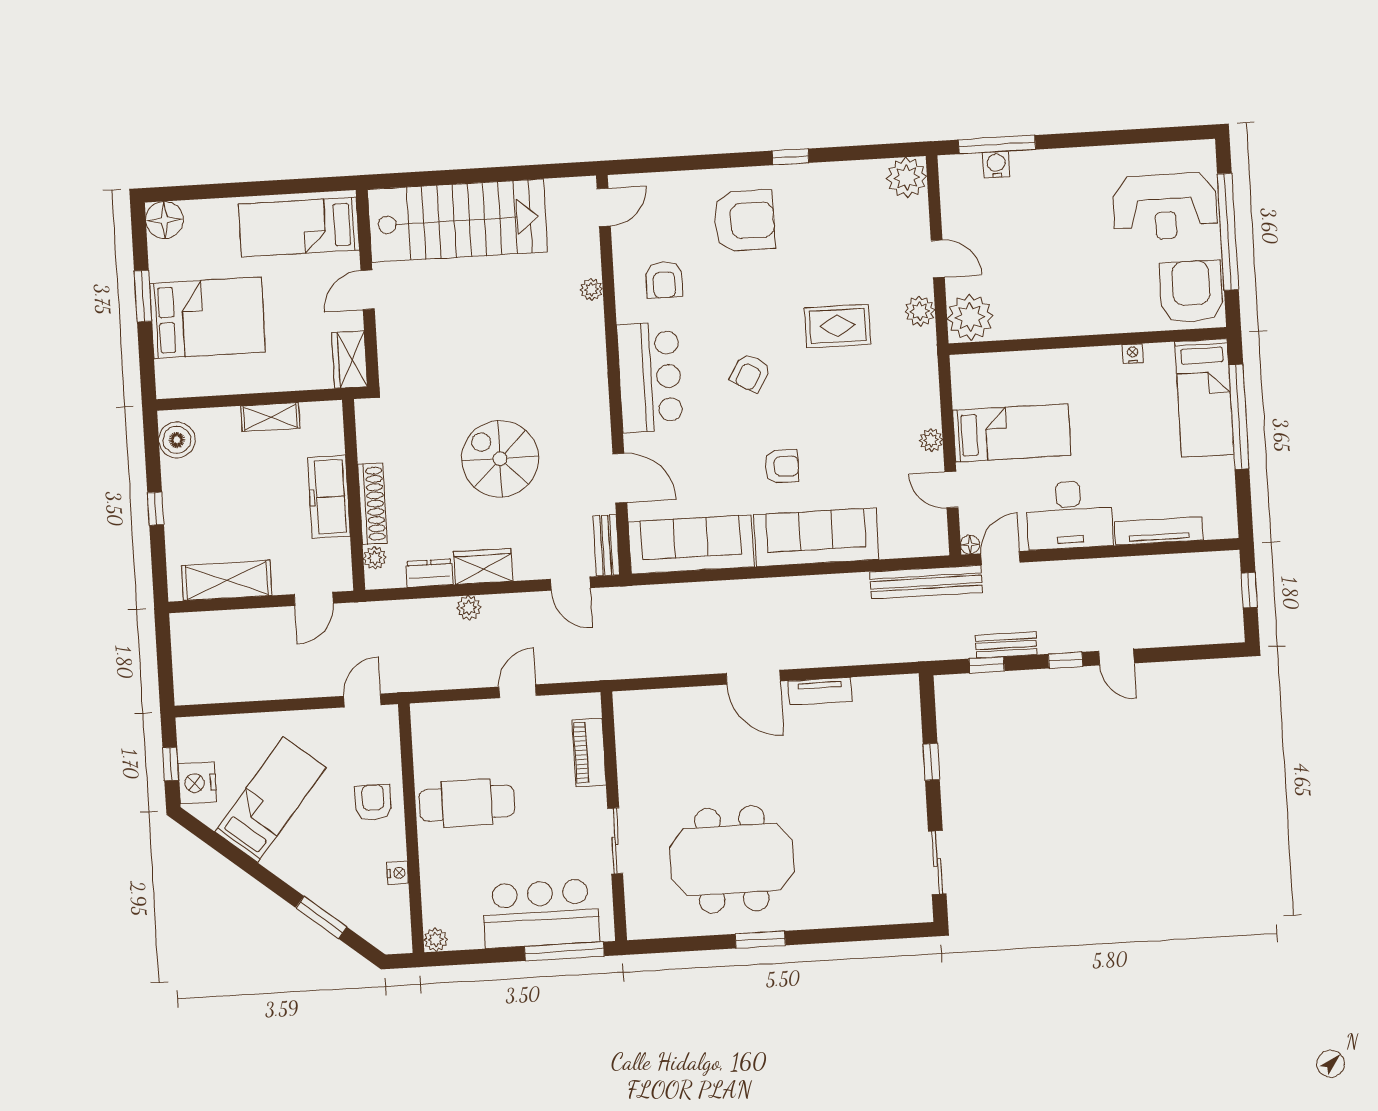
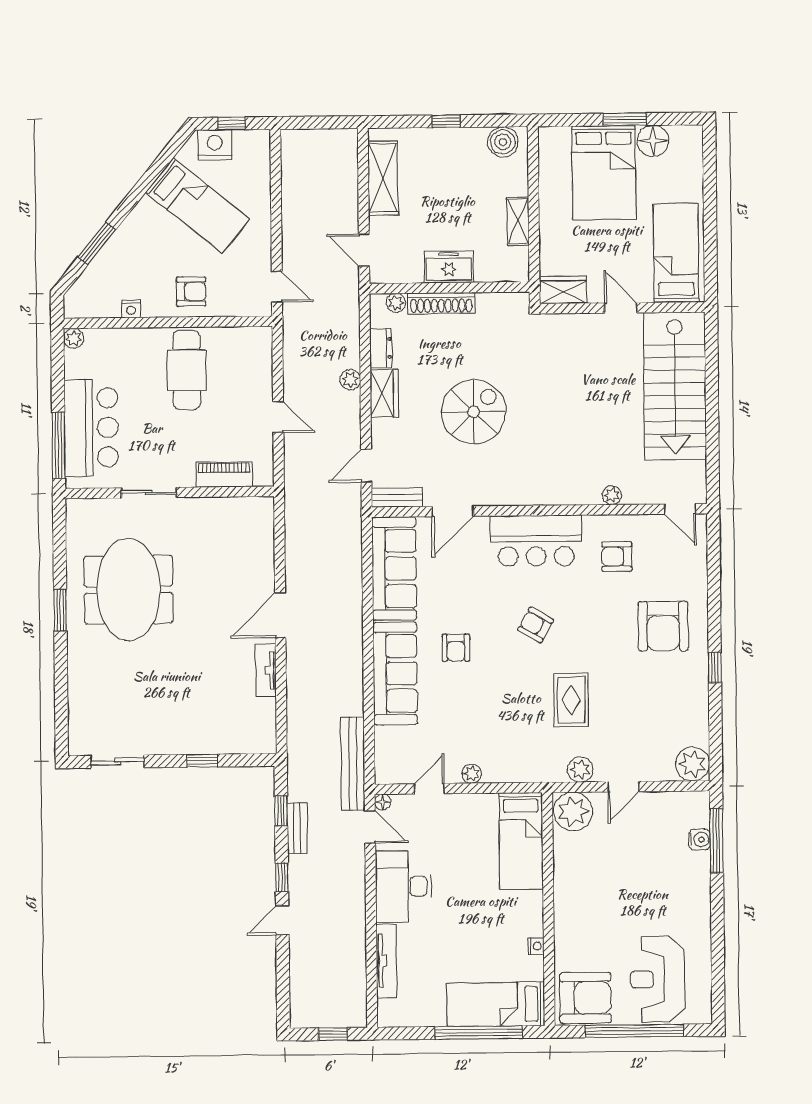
floor lamp: (164, 220) -> (653, 141), moved
bed: (1012, 433) -> (521, 841), moved
freezer: (329, 497) -> (449, 267), width x0.71

